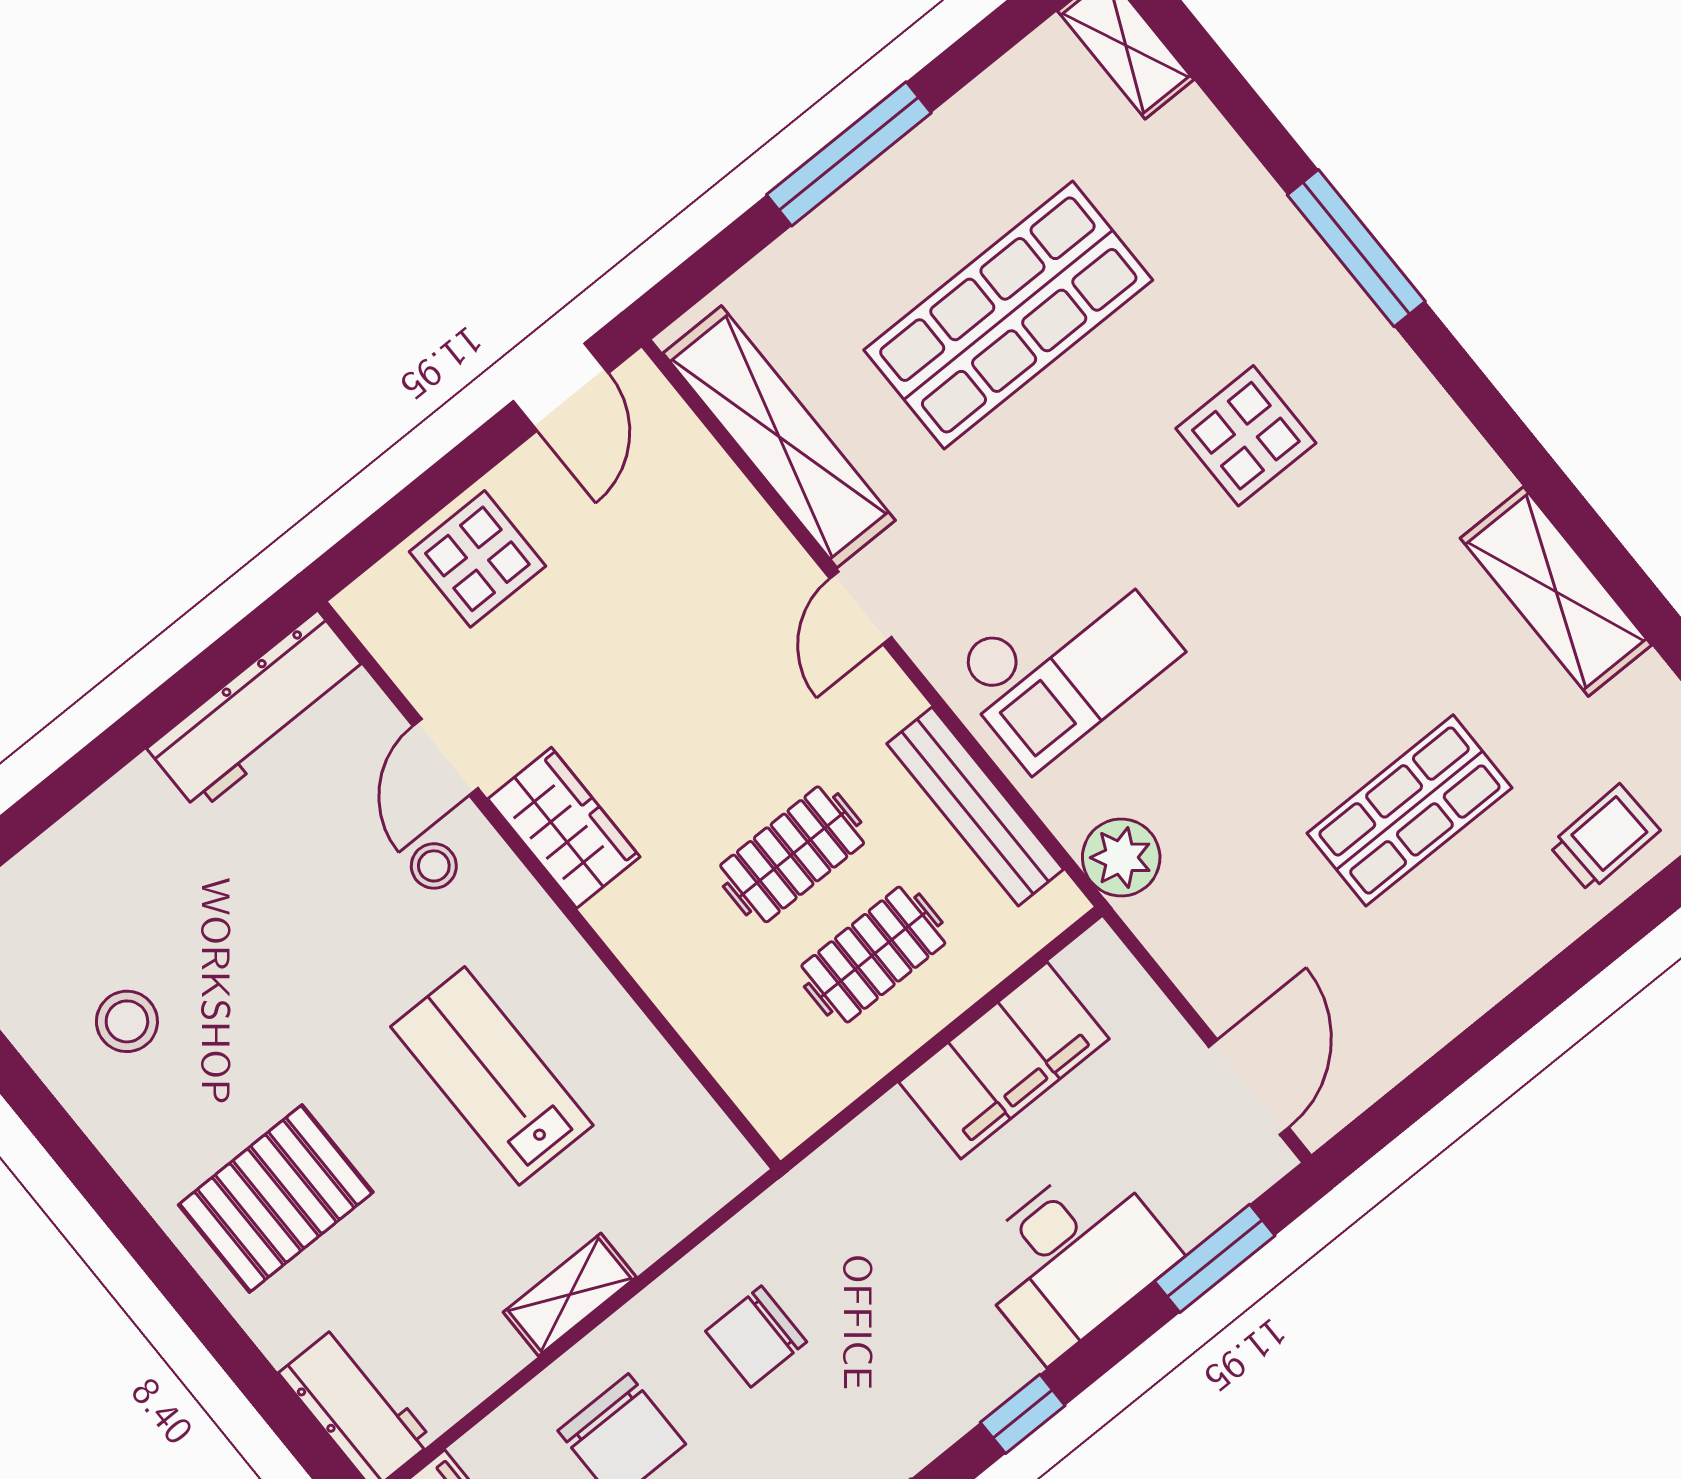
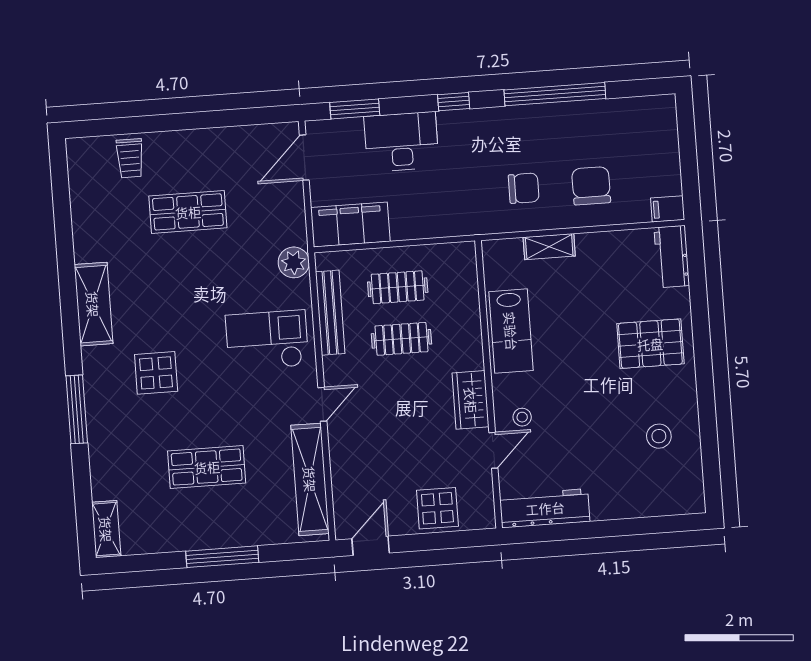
shop shelf: (1008, 315) -> (207, 467), width x0.70, depth x0.74
shelving: (1556, 592) -> (93, 304), moved
trolley: (1604, 838) -> (130, 158), turned -88
filing cabinet: (1004, 1060) -> (350, 224), moved
lab bench: (492, 1076) -> (511, 331), moved
shelving: (570, 1295) -> (549, 247), moved

